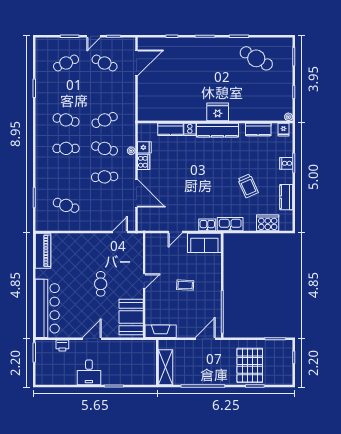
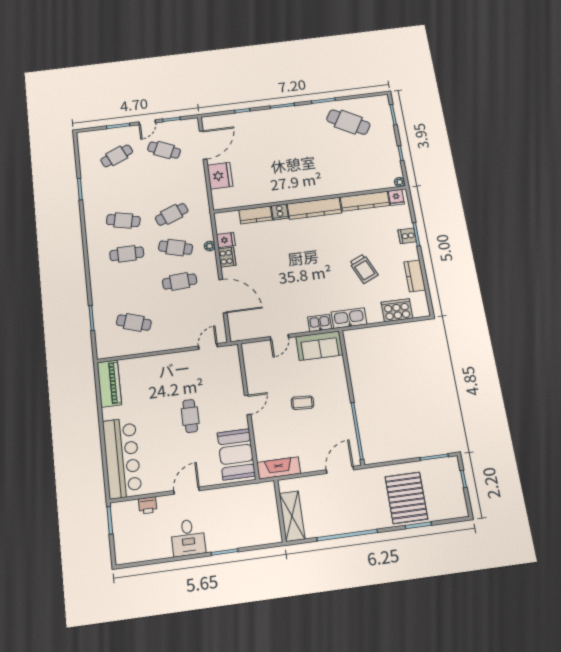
fridge: (218, 112) -> (220, 176), moved, turned 90
kitchen counter: (258, 129) -> (365, 201), width x1.50

